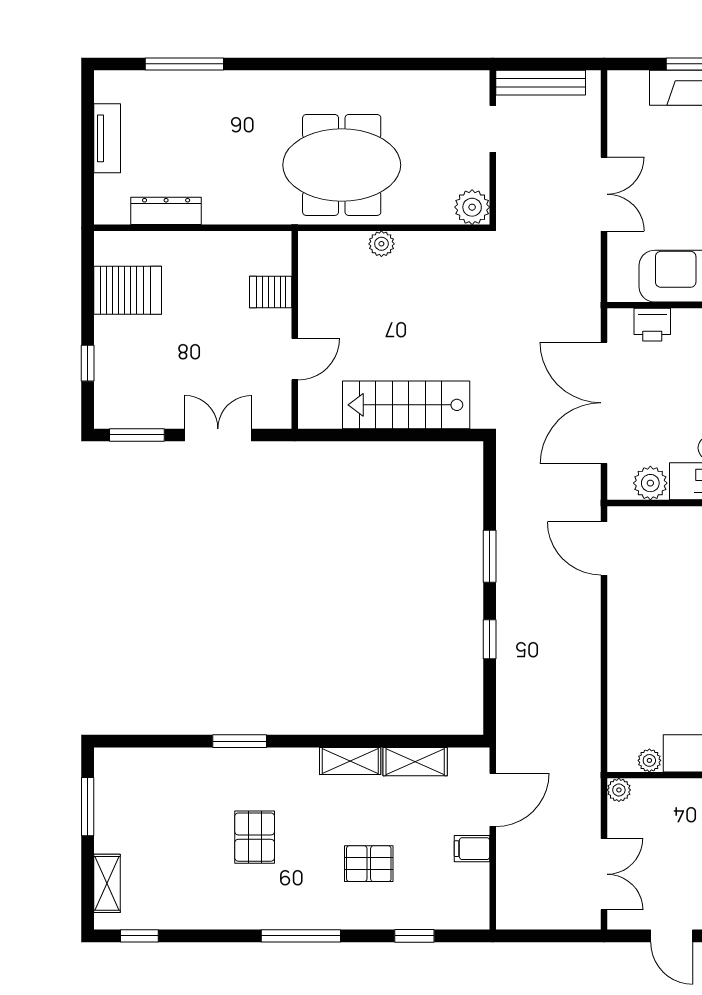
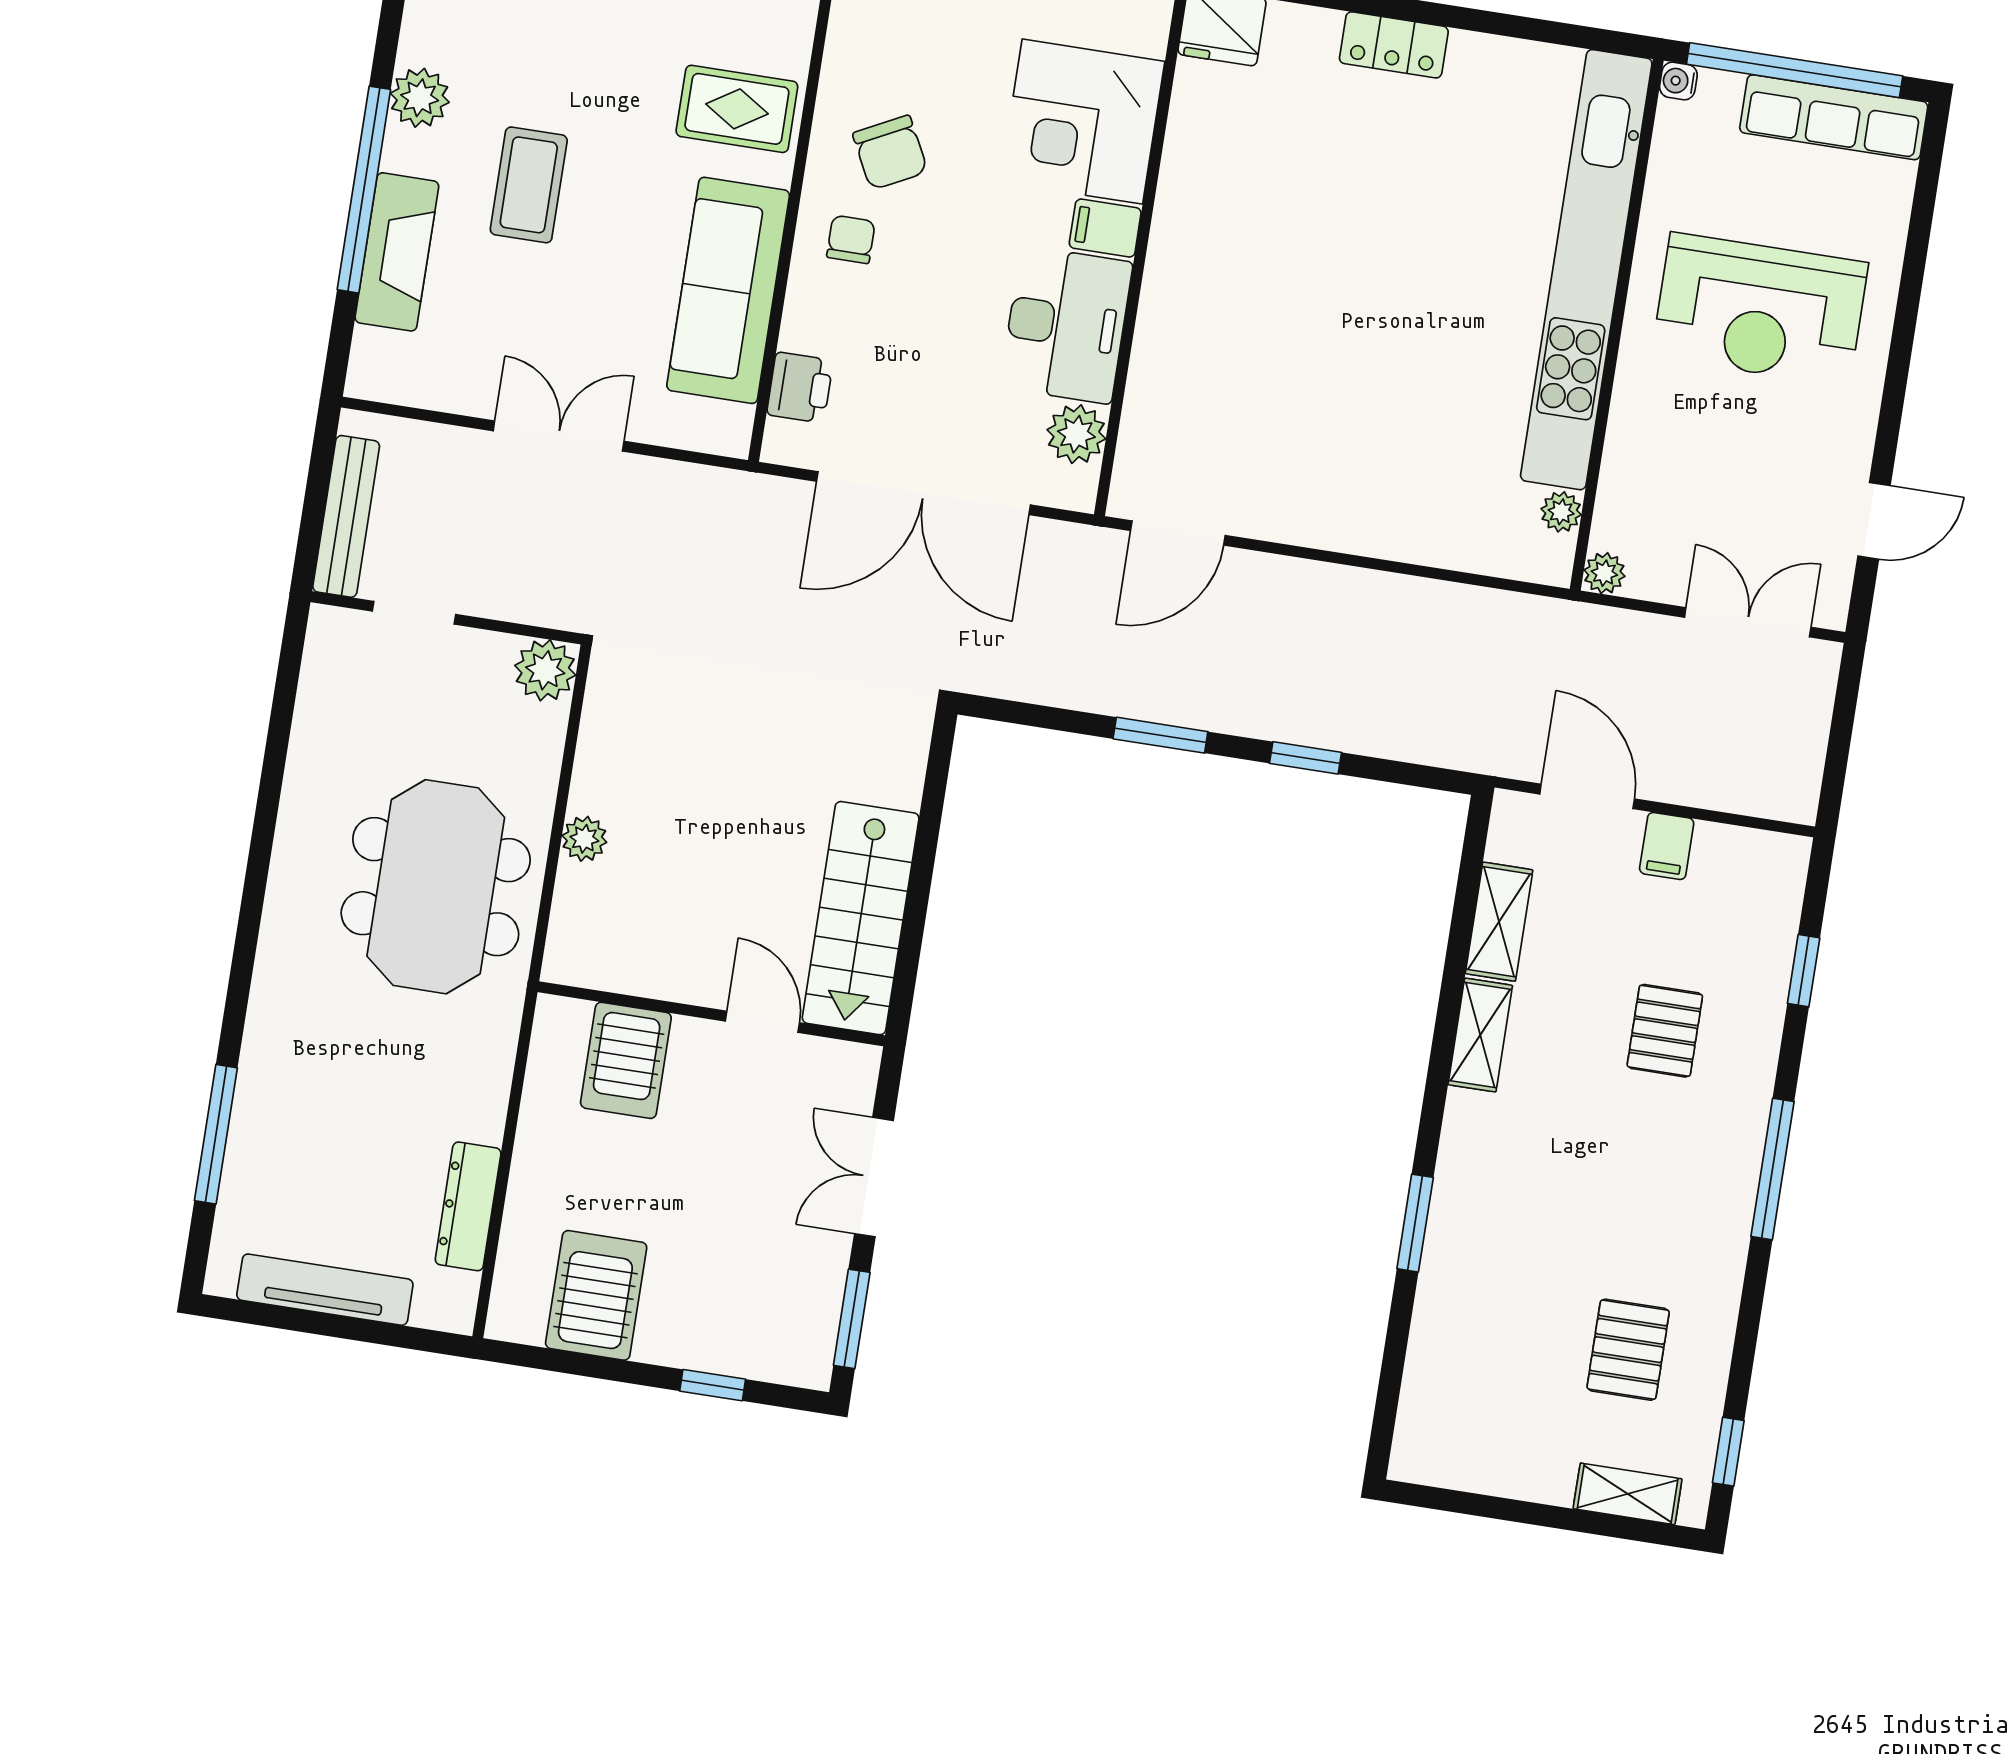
tv unit: (107, 138) -> (325, 1290), width x1.41
server rack: (271, 292) -> (626, 1060), width x1.36, depth x1.44
stairs: (406, 405) -> (861, 918), moved
window: (88, 807) -> (1488, 1507), removed
pallet: (255, 837) -> (1628, 1350), moved, turned 90

